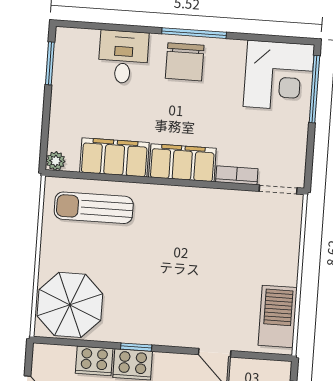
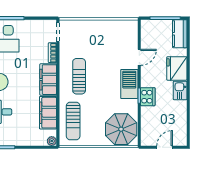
sun lounger: (185, 227) -> (79, 76), added
barbecue: (278, 316) -> (129, 84), moved, turned 90
cooker: (94, 361) -> (147, 115), removed

